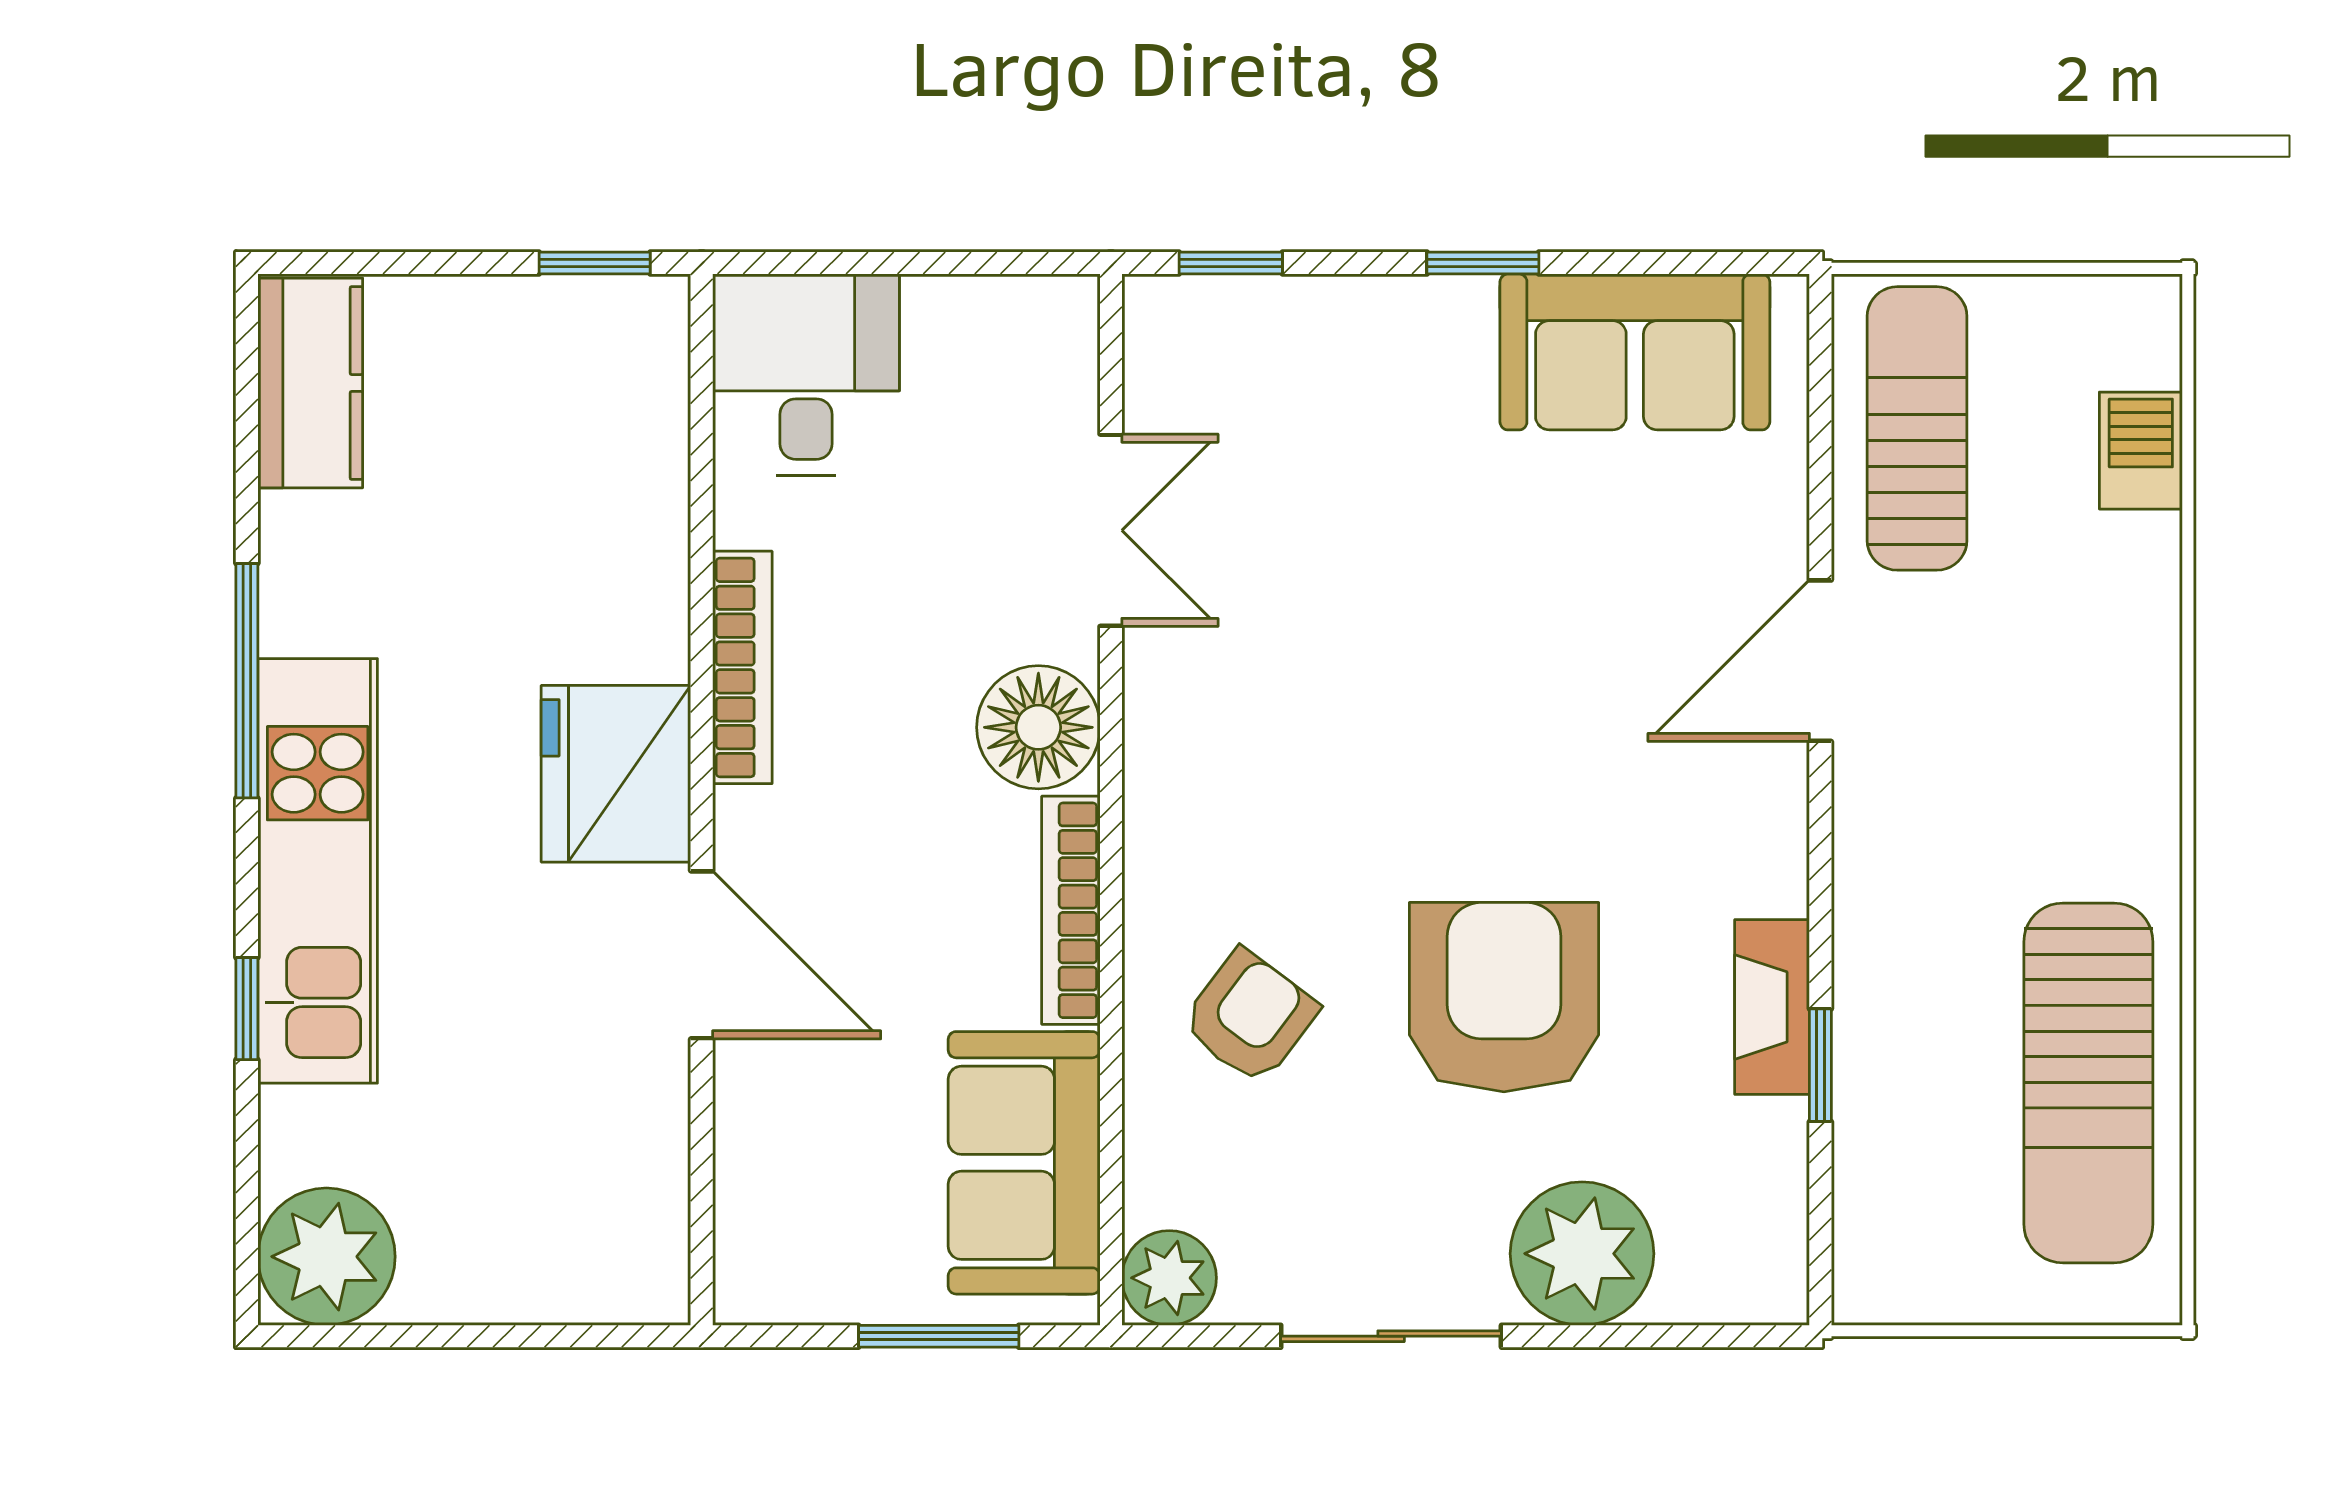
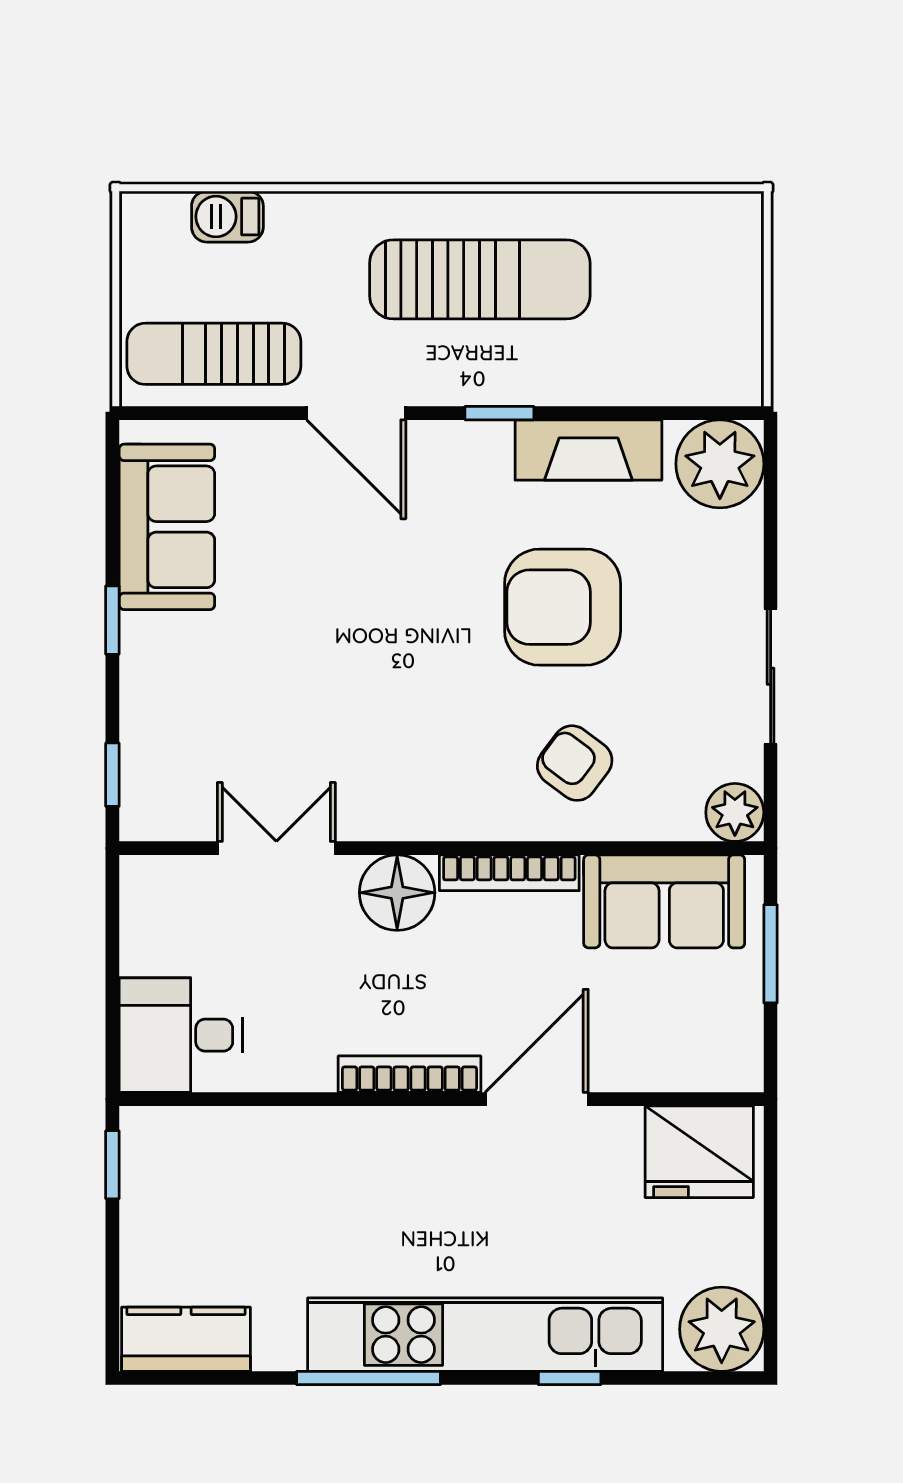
bookcase: (742, 667) -> (410, 1074), moved
fridge: (616, 774) -> (699, 1152), moved
kitchen unit: (318, 871) -> (485, 1335), width x1.36
fireplace: (1772, 1007) -> (588, 450), width x1.37, depth x1.32
window: (1820, 1065) -> (499, 413), moved
sun lounger: (2088, 1083) -> (480, 279), moved
plant: (1582, 1254) -> (720, 464), moved

